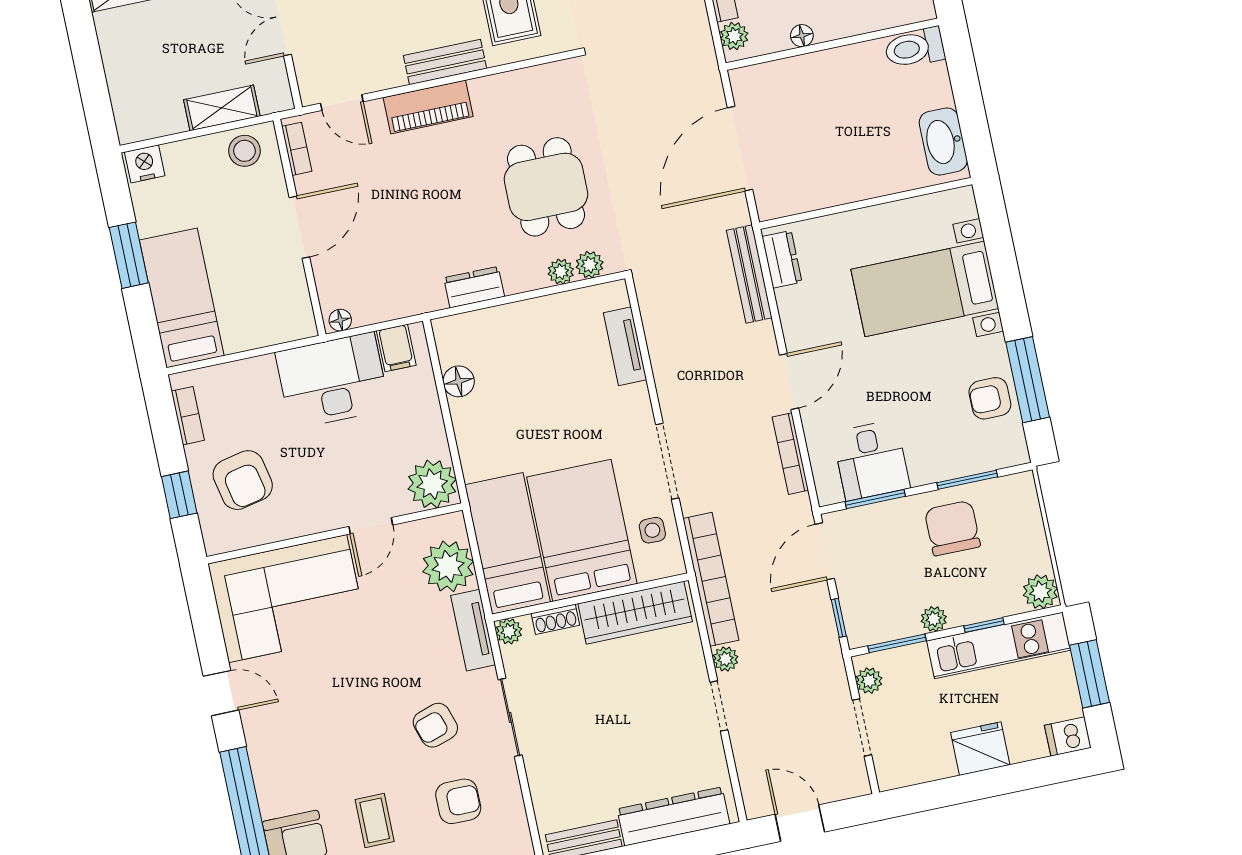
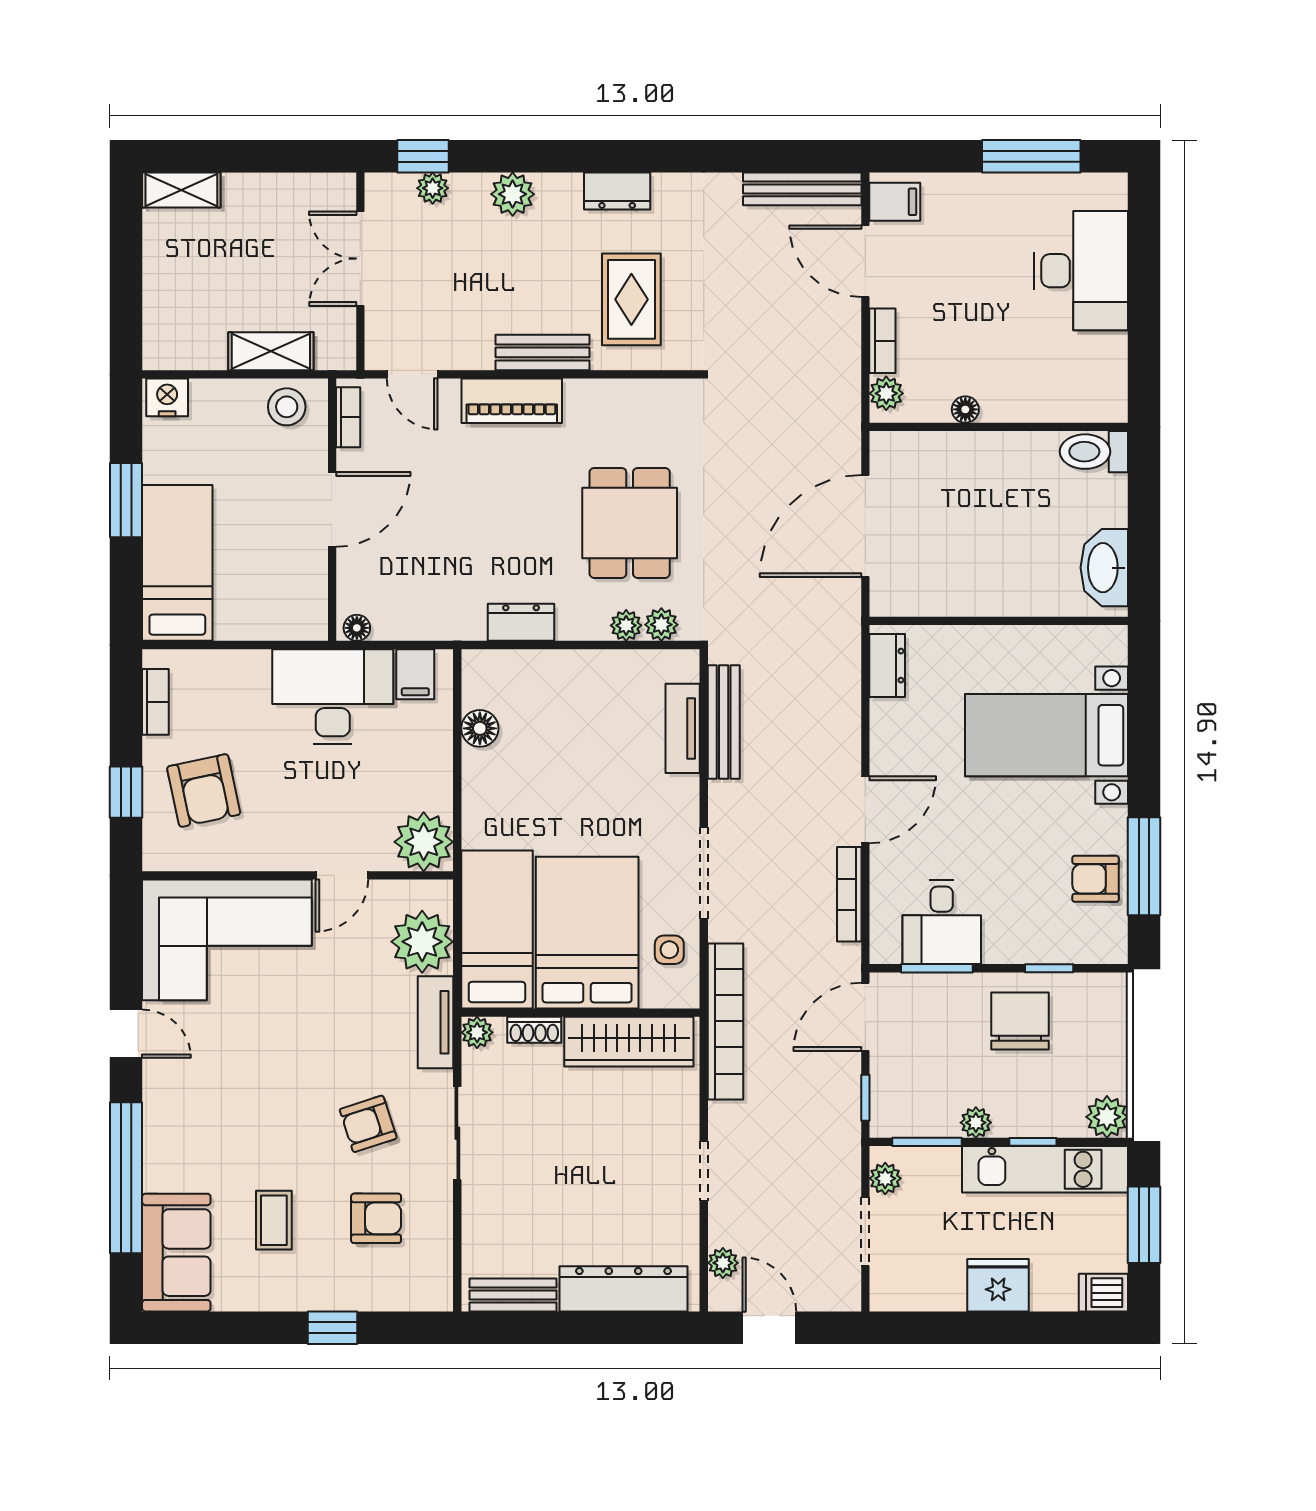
bench: (749, 274) -> (724, 722), moved
window: (967, 480) -> (1049, 968), width x0.67
plant: (726, 659) -> (723, 1263), moved

